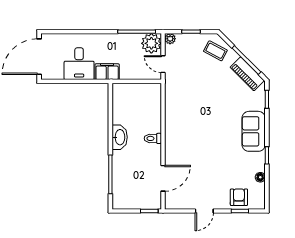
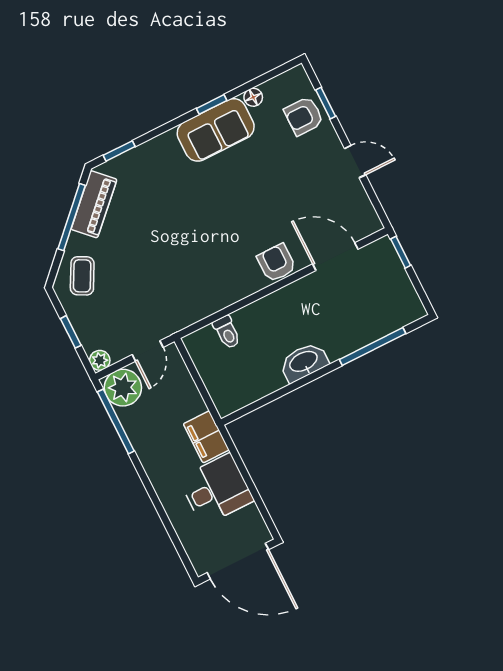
sofa: (254, 131) -> (216, 130), moved
toilet: (153, 138) -> (227, 332), moved
armchair: (174, 148) -> (276, 263), added

